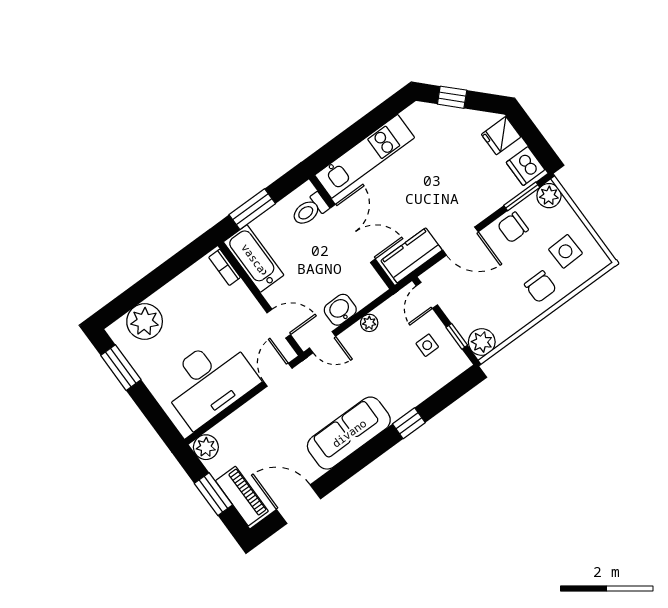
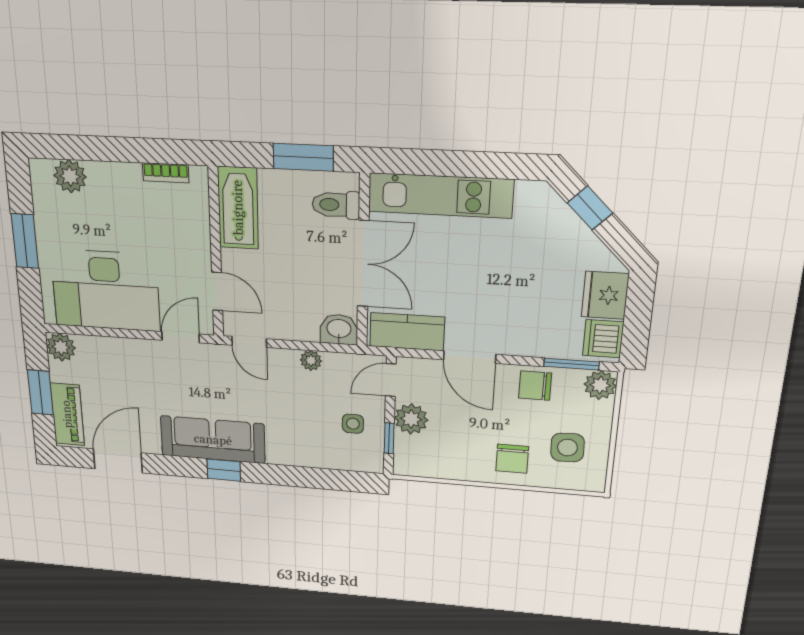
fridge: (501, 136) -> (605, 295), width x1.38
window: (252, 209) -> (303, 157), moved
bookcase: (225, 267) -> (166, 173), moved, turned -90
washbasin: (340, 310) -> (339, 329), moved
plant: (145, 321) -> (70, 176), width x0.73, depth x0.73
plant: (482, 342) -> (411, 419), moved
window: (121, 368) -> (25, 241), moved
window: (409, 423) -> (224, 470), moved
door: (298, 504) -> (118, 461), hinge flipped

